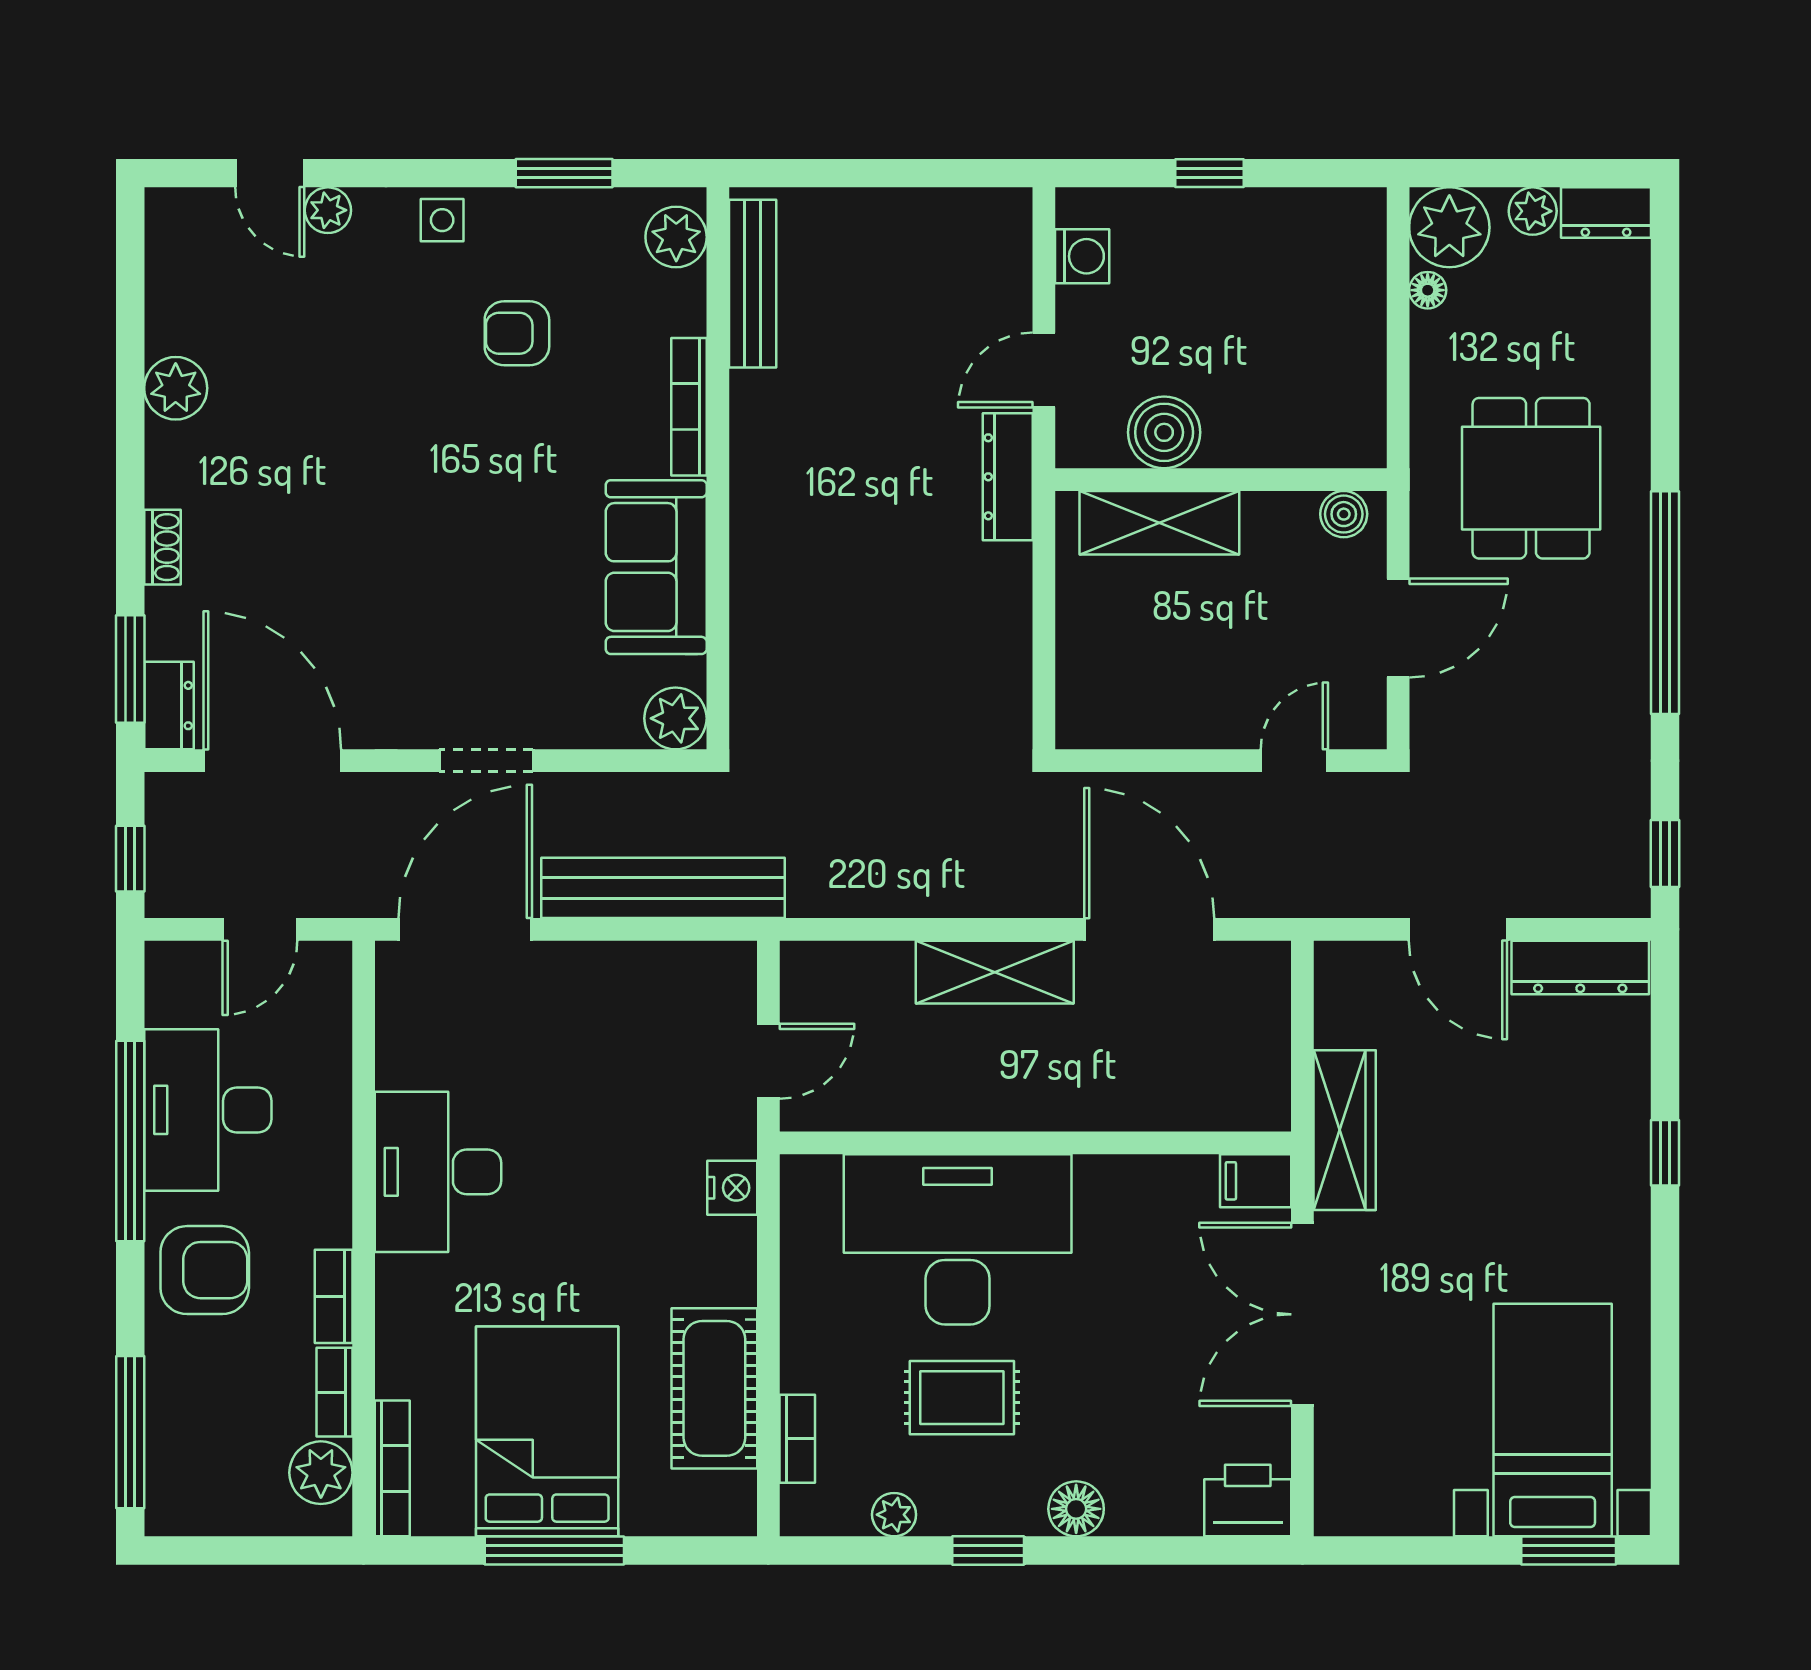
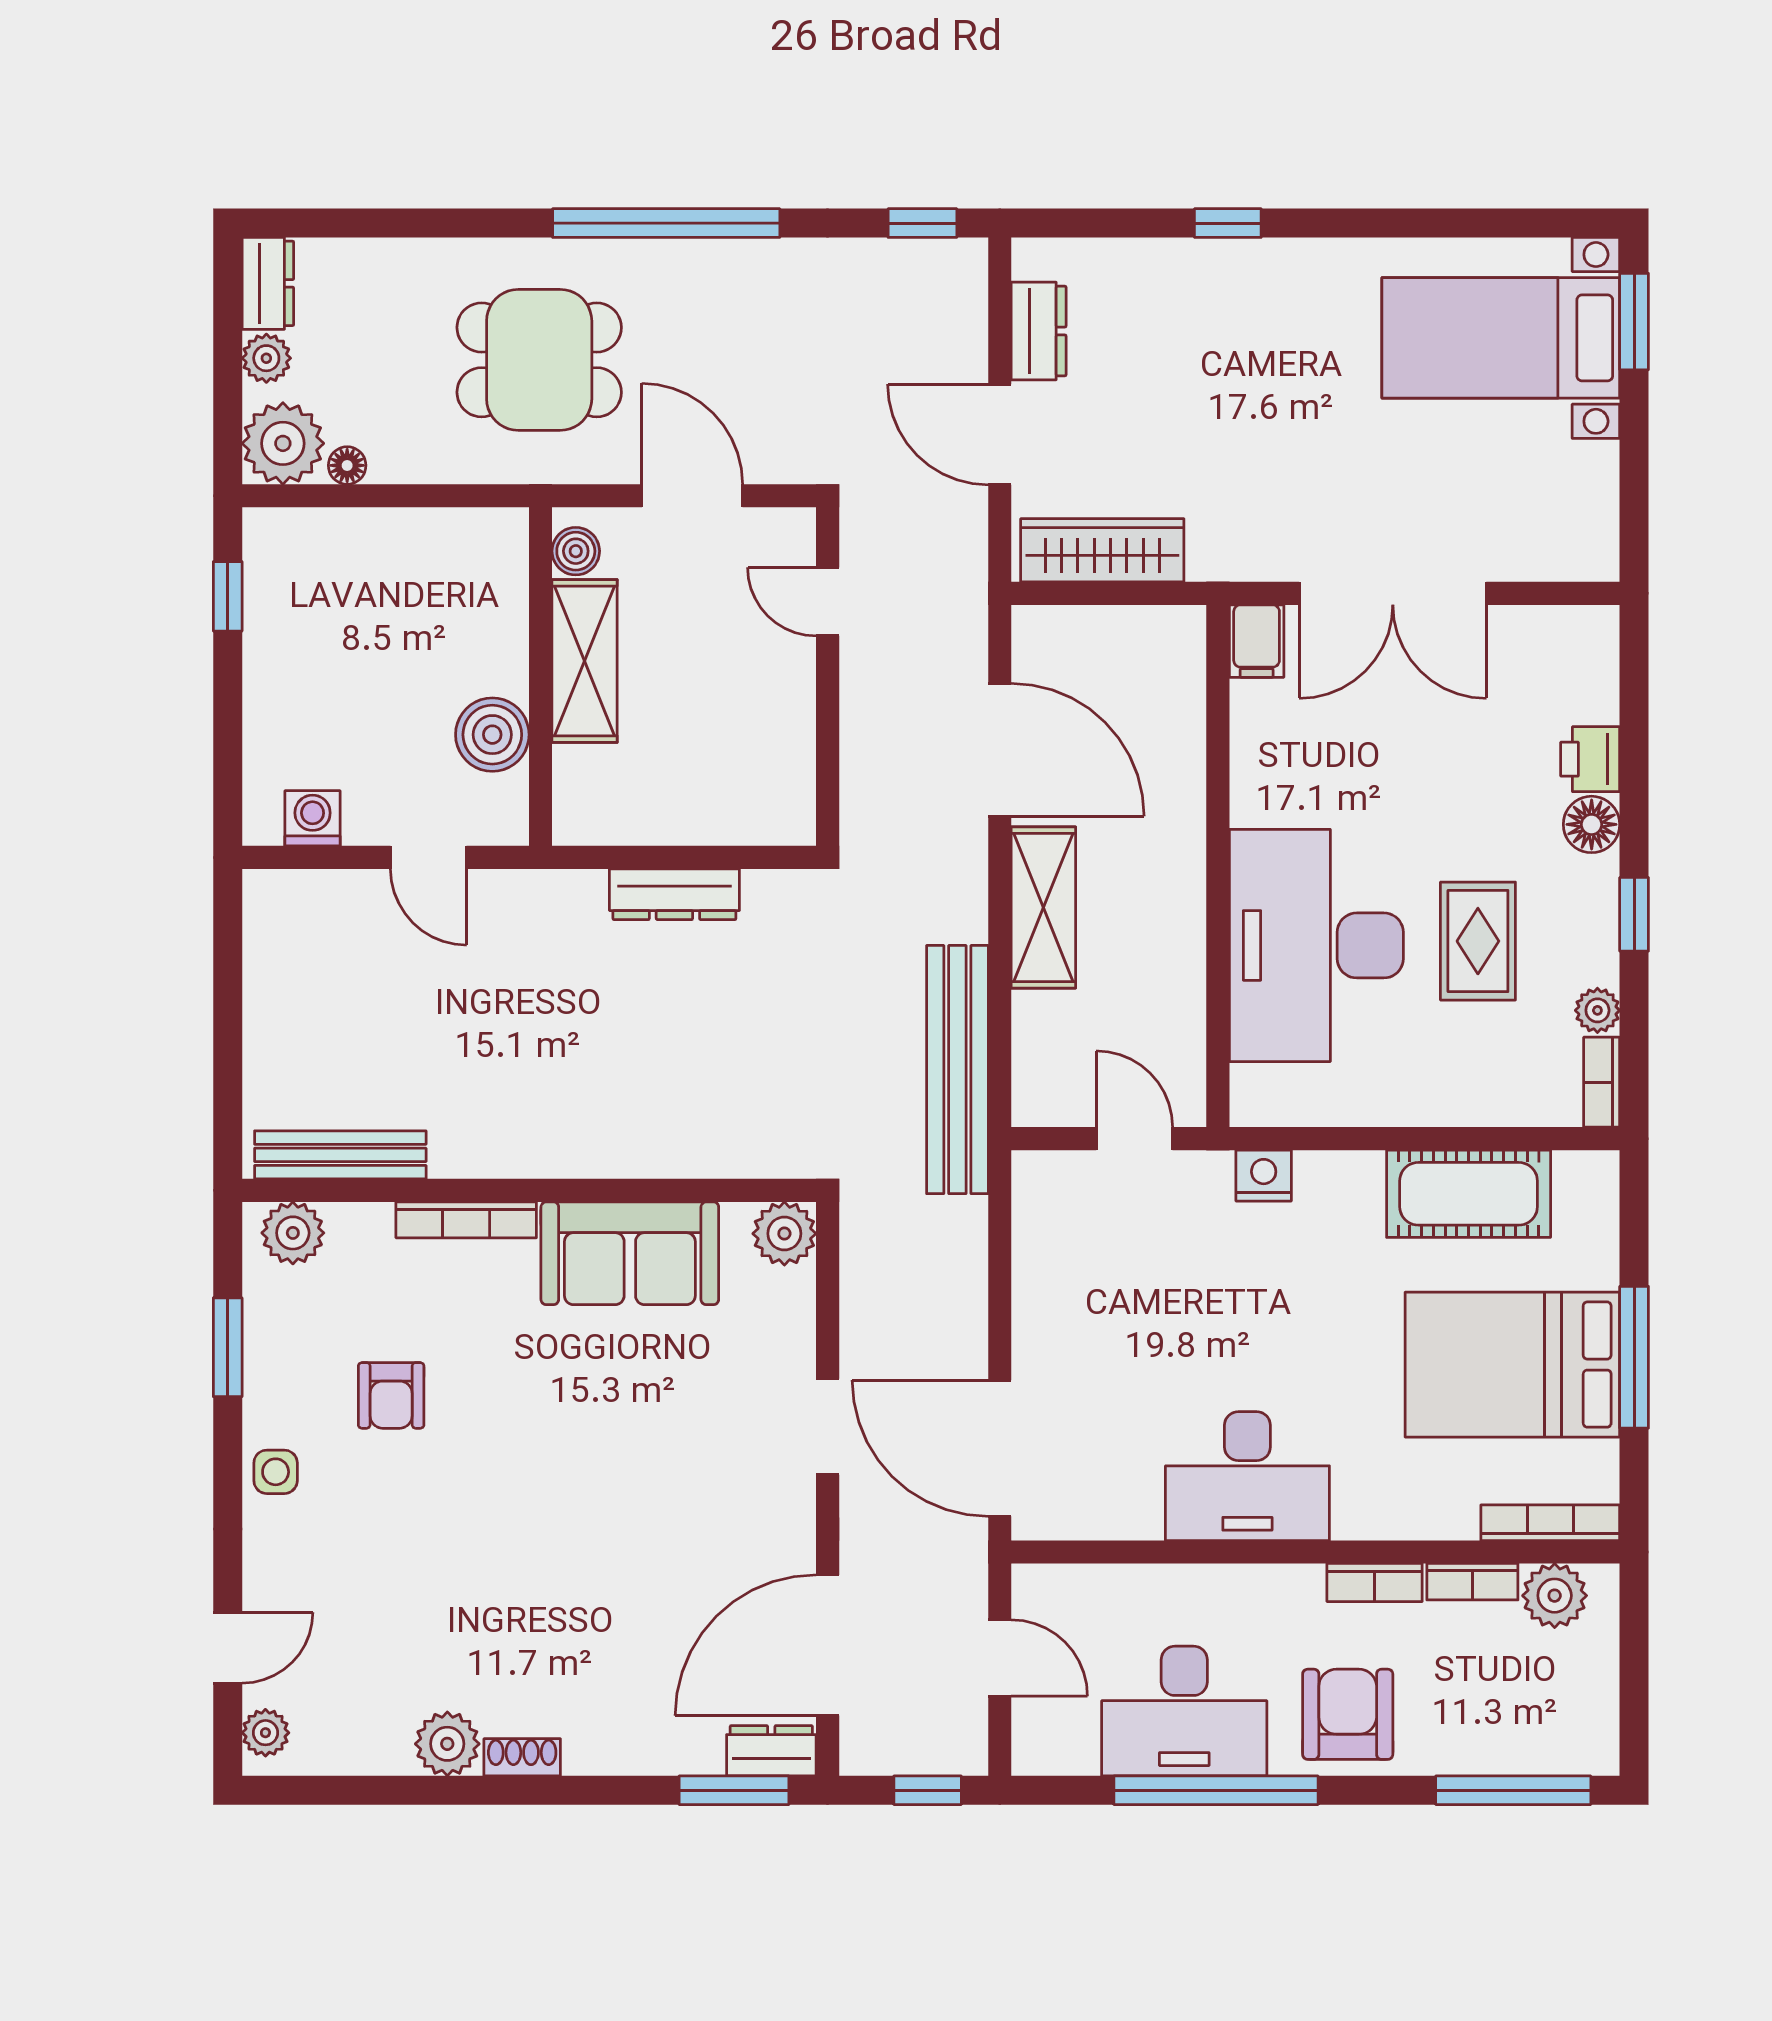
window: (1209, 173) -> (228, 596), moved
plant: (328, 210) -> (265, 1733), moved
dresser: (1008, 477) -> (674, 894), moved
shelving: (1159, 523) -> (585, 661), moved
shoe rack: (163, 547) -> (522, 1757), moved
bench: (663, 888) -> (957, 1070), moved
door: (1149, 929) -> (1000, 750), swing flipped
door: (1458, 929) -> (1000, 435), swing flipped
dresser: (1580, 967) -> (1039, 331), width x0.70
wardrobe: (1345, 1130) -> (1102, 550), moved
bookcase: (797, 1439) -> (1602, 1082), moved, turned -90
printer: (1248, 1501) -> (1590, 759), moved, width x0.73, depth x0.81

